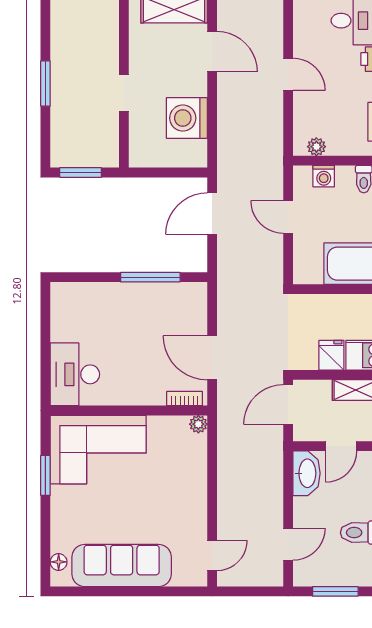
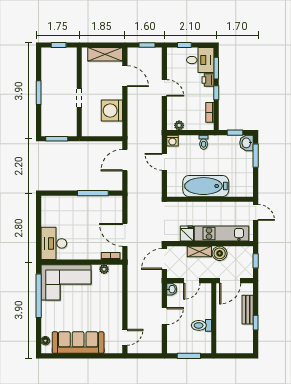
washing machine: (324, 176) -> (172, 141), moved
plant: (198, 424) -> (104, 269), moved
washbasin: (307, 473) -> (172, 289), width x0.52, depth x0.69
window: (45, 475) -> (39, 296), width x2.11
door: (288, 544) -> (164, 316), moved

